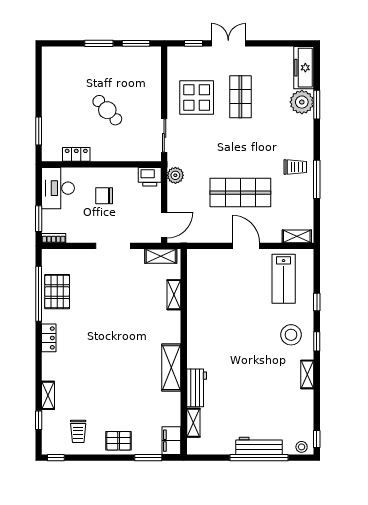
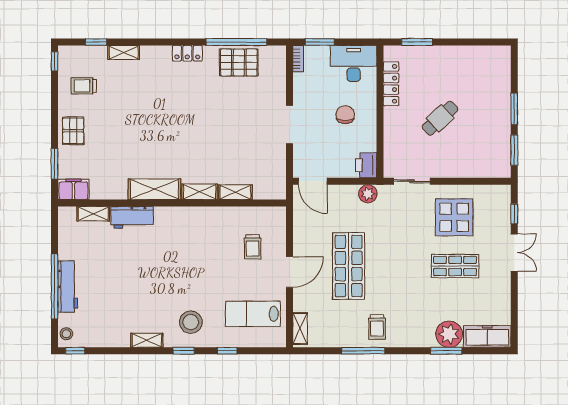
locker: (76, 154) -> (391, 84), width x1.53
shelving: (161, 256) -> (200, 192), moved, turned 90
trolley: (223, 279) -> (253, 247), added

